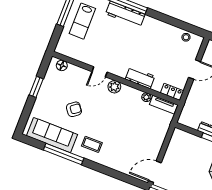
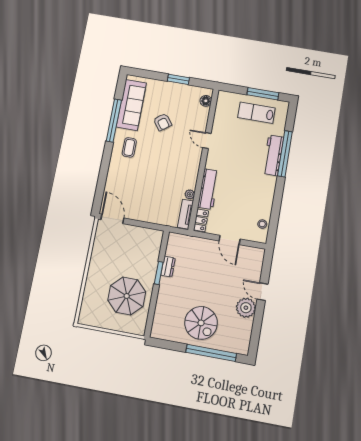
workbench: (140, 78) -> (208, 189), width x1.38
plant: (114, 87) -> (194, 159), removed

